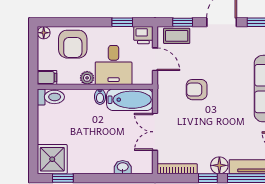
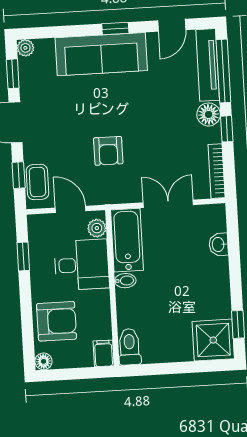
printer: (143, 35) -> (39, 227), removed
door: (155, 59) -> (71, 209), hinge flipped
plant: (87, 78) -> (97, 228), moved
double door: (155, 132) -> (168, 204), swing flipped

